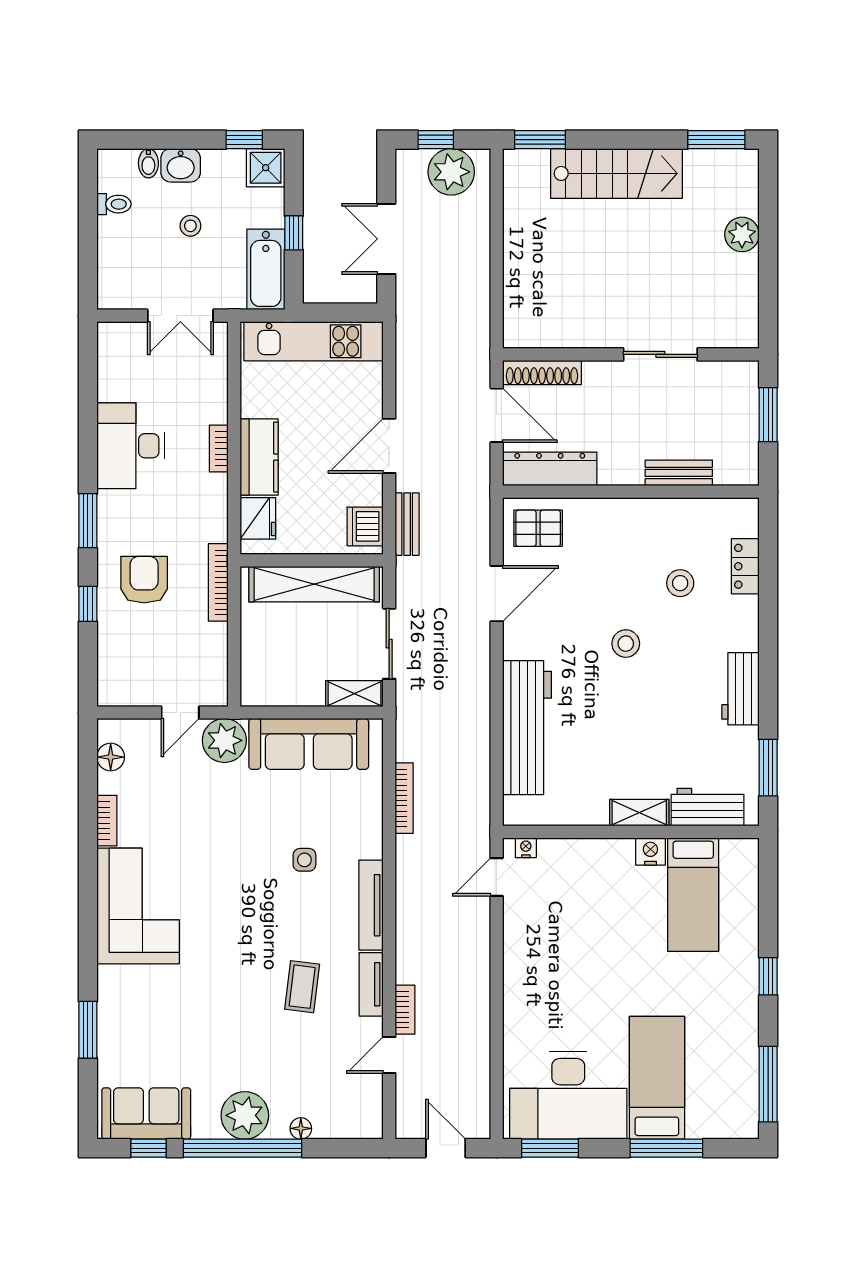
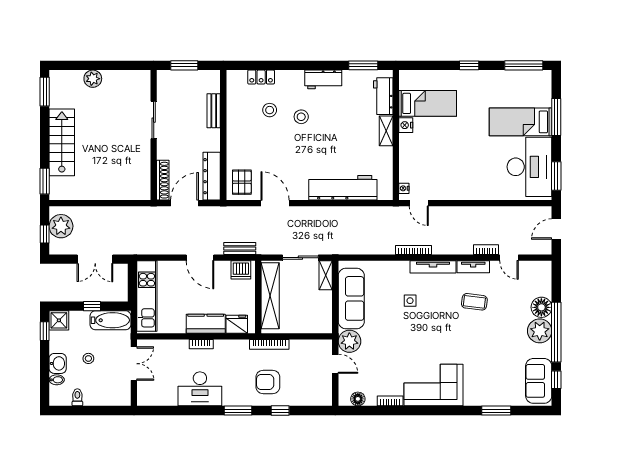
stool: (626, 644) -> (301, 117), moved
bookcase: (404, 798) -> (414, 250), moved
floor lamp: (301, 1128) -> (541, 307), width x1.89, depth x1.89

